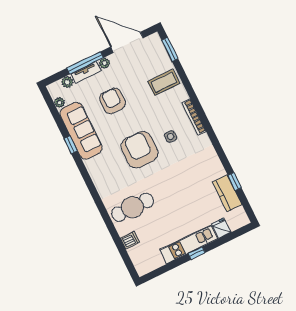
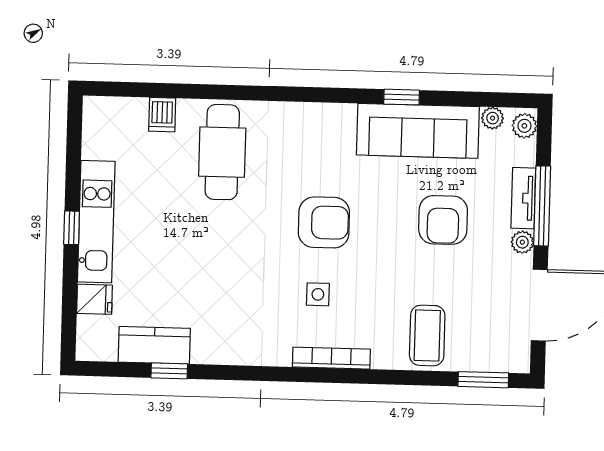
plant: (67, 82) -> (524, 126), moved
armchair: (112, 101) -> (443, 220), turned 90
armchair: (139, 150) -> (324, 222), width x0.73, depth x0.73

